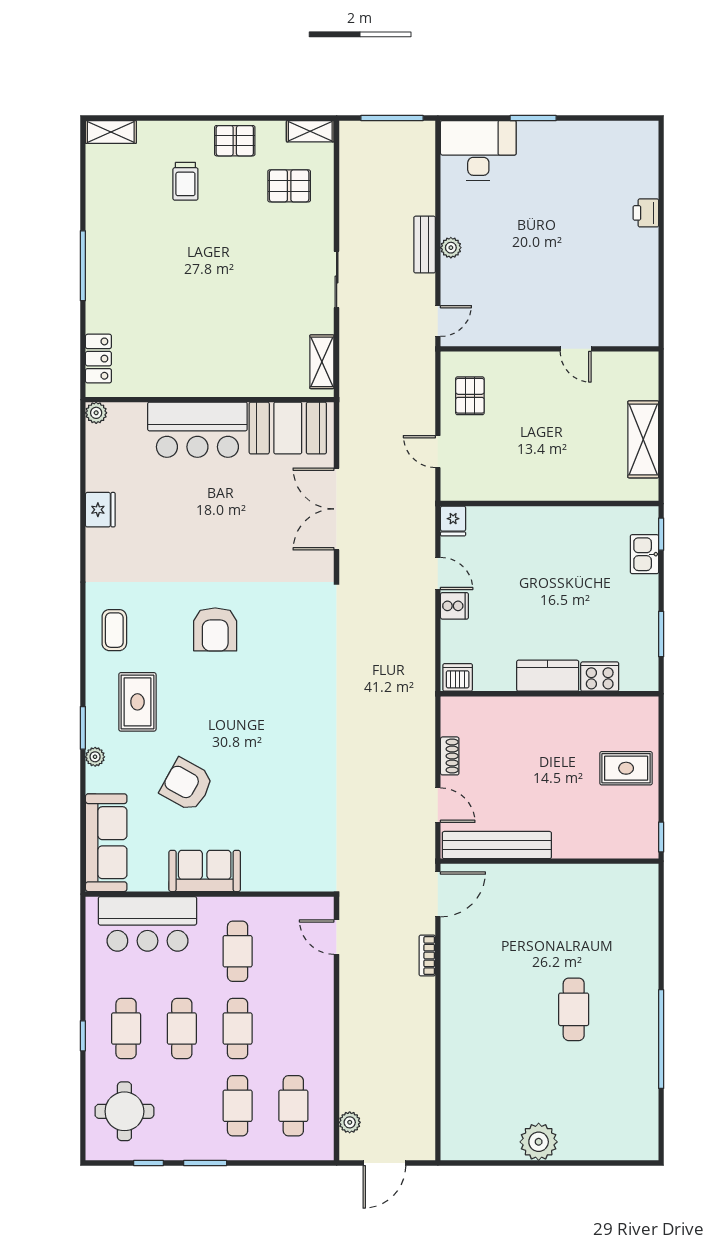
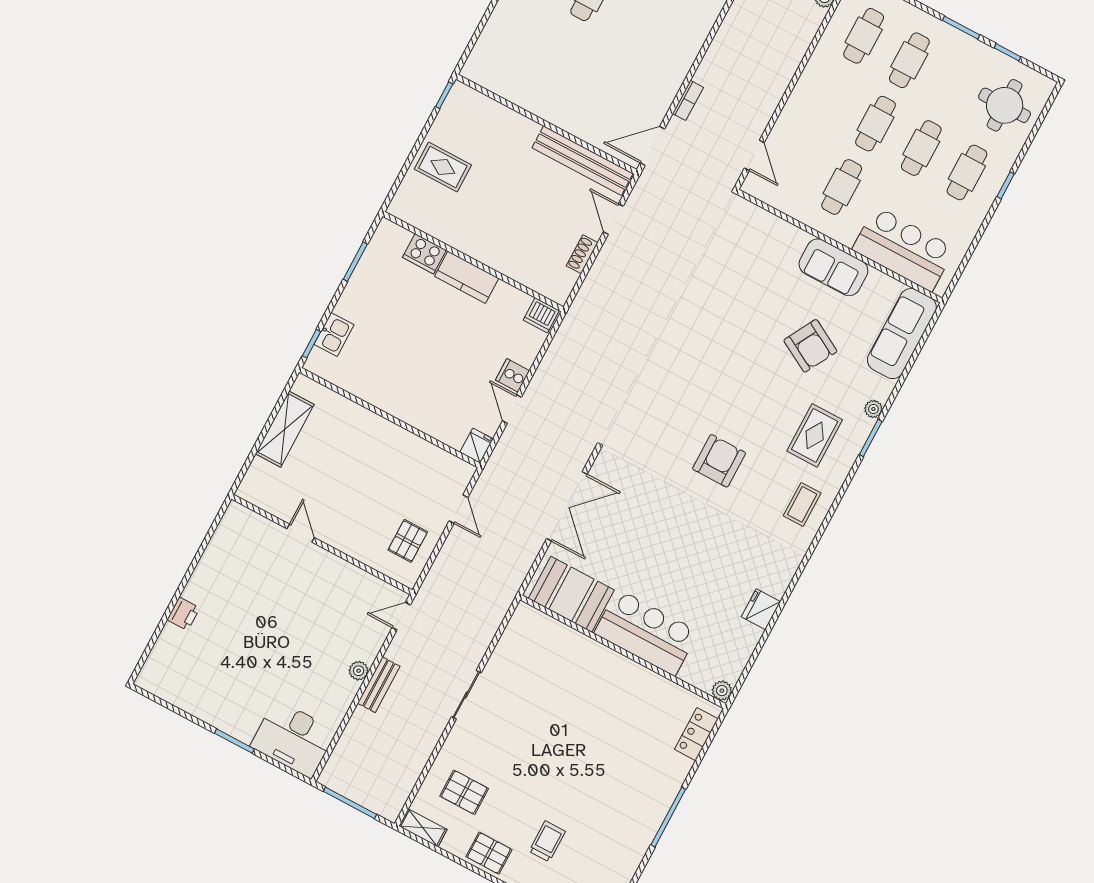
shelving: (322, 362) -> (514, 634), removed

